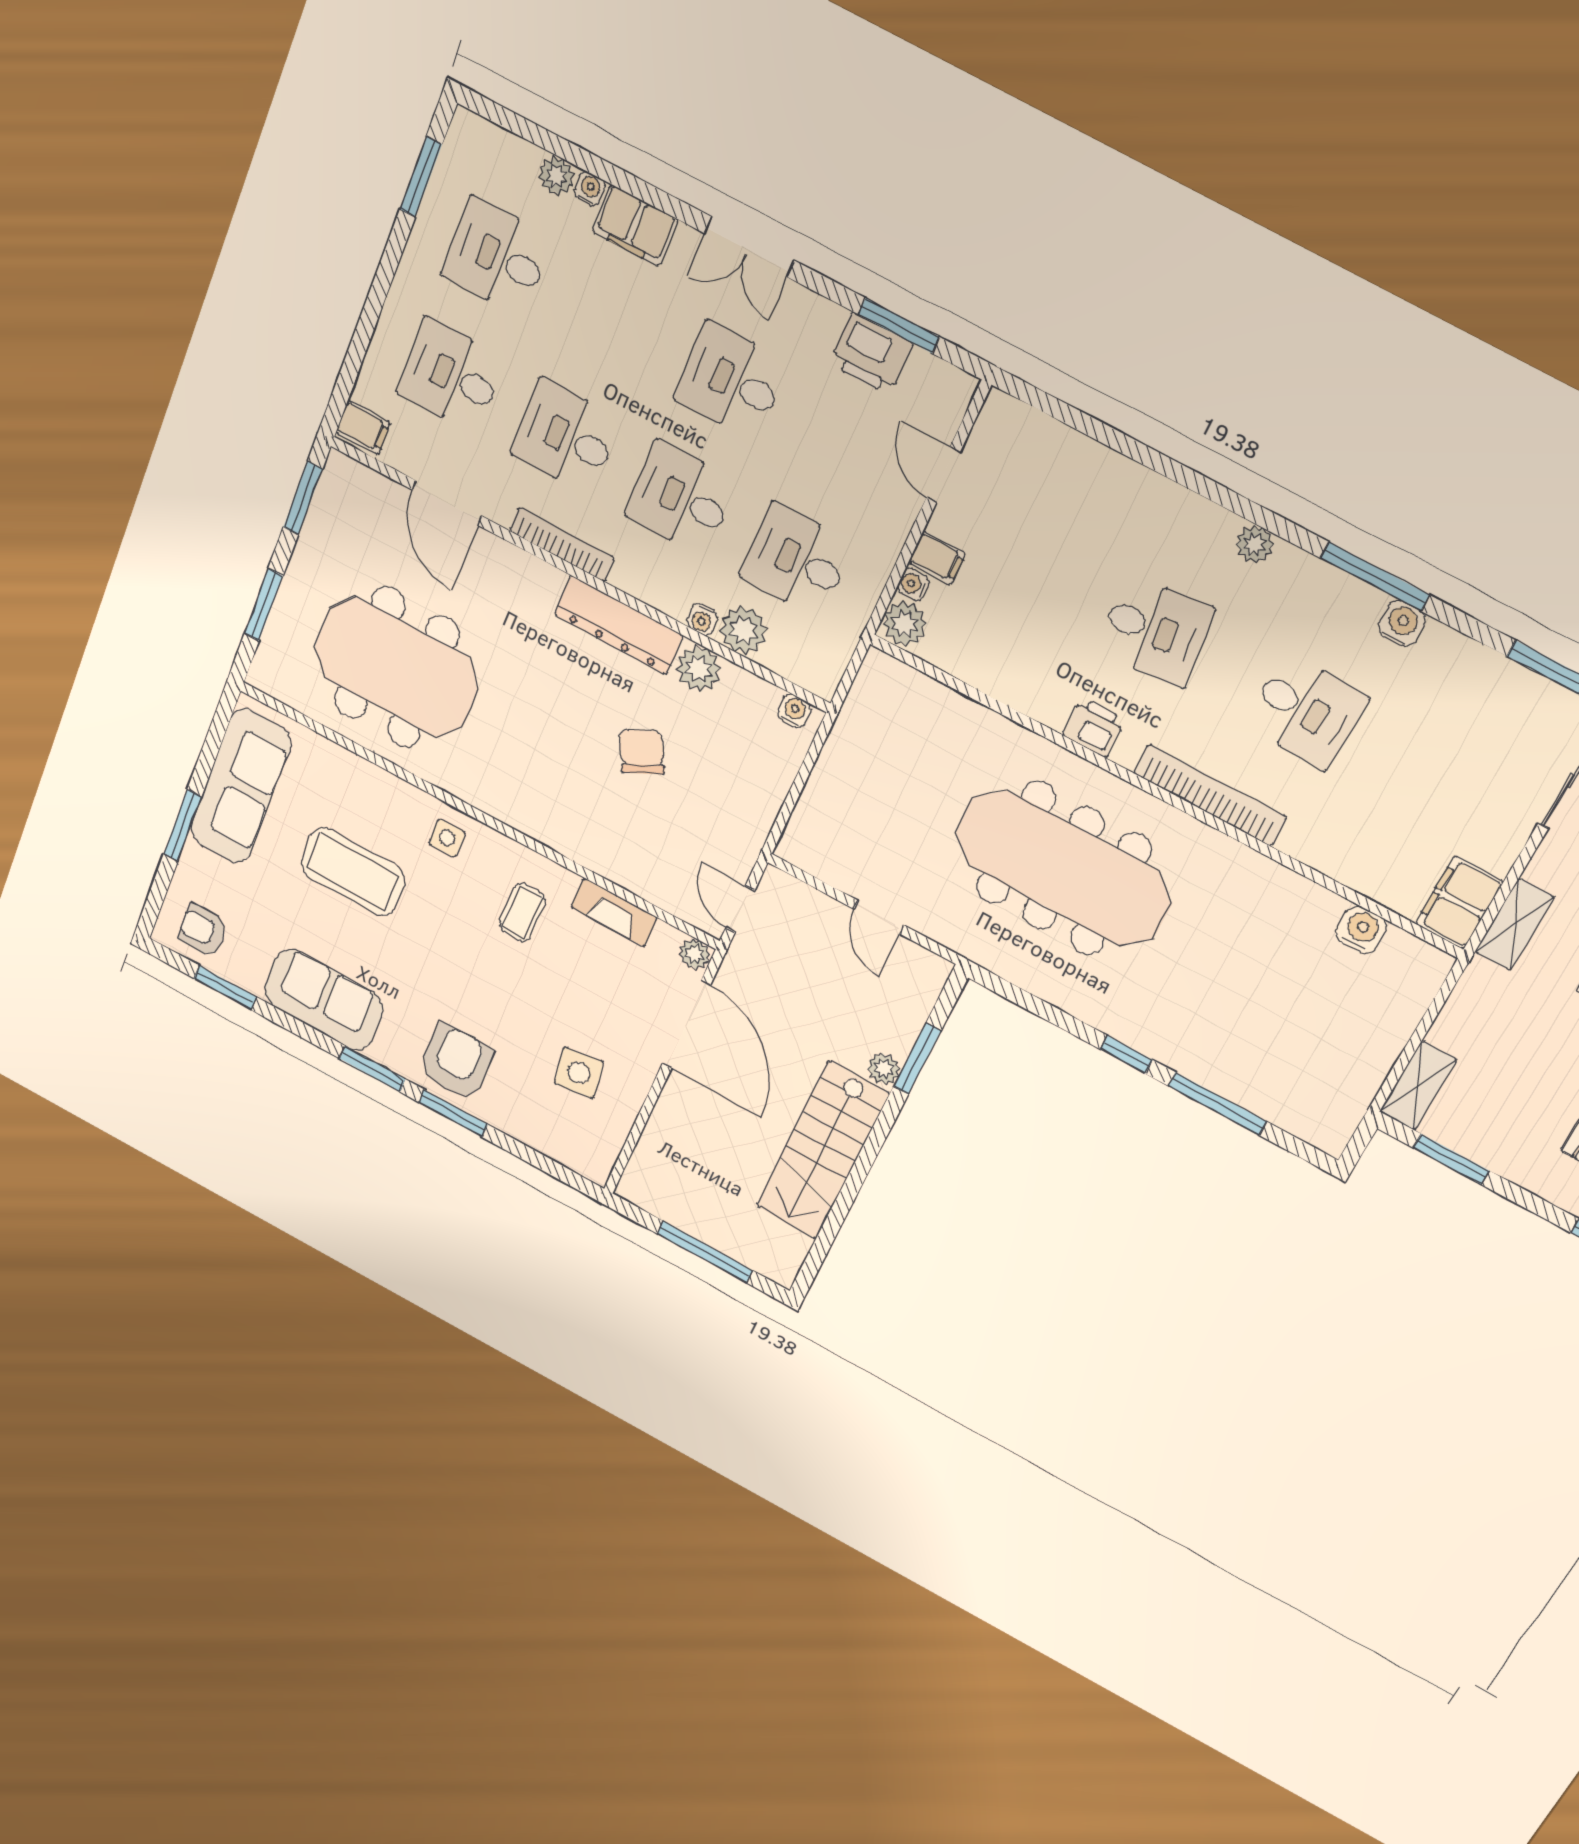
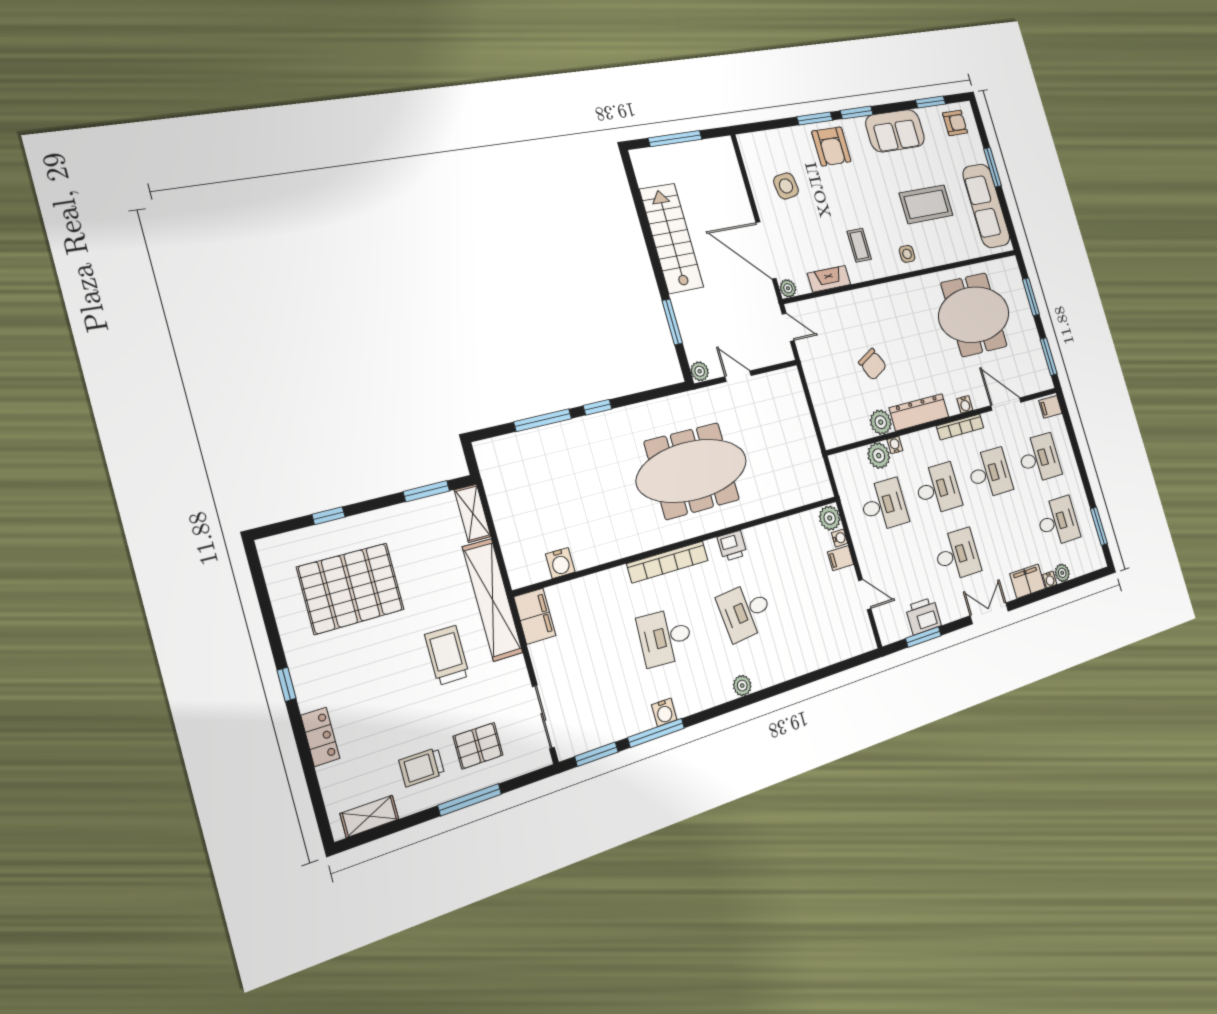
window: (1375, 576) -> (656, 733), moved
water cooler: (794, 711) -> (965, 404), moved
shelving: (1514, 924) -> (493, 600), width x2.20, depth x1.33
plant: (884, 1069) -> (700, 371), moved

